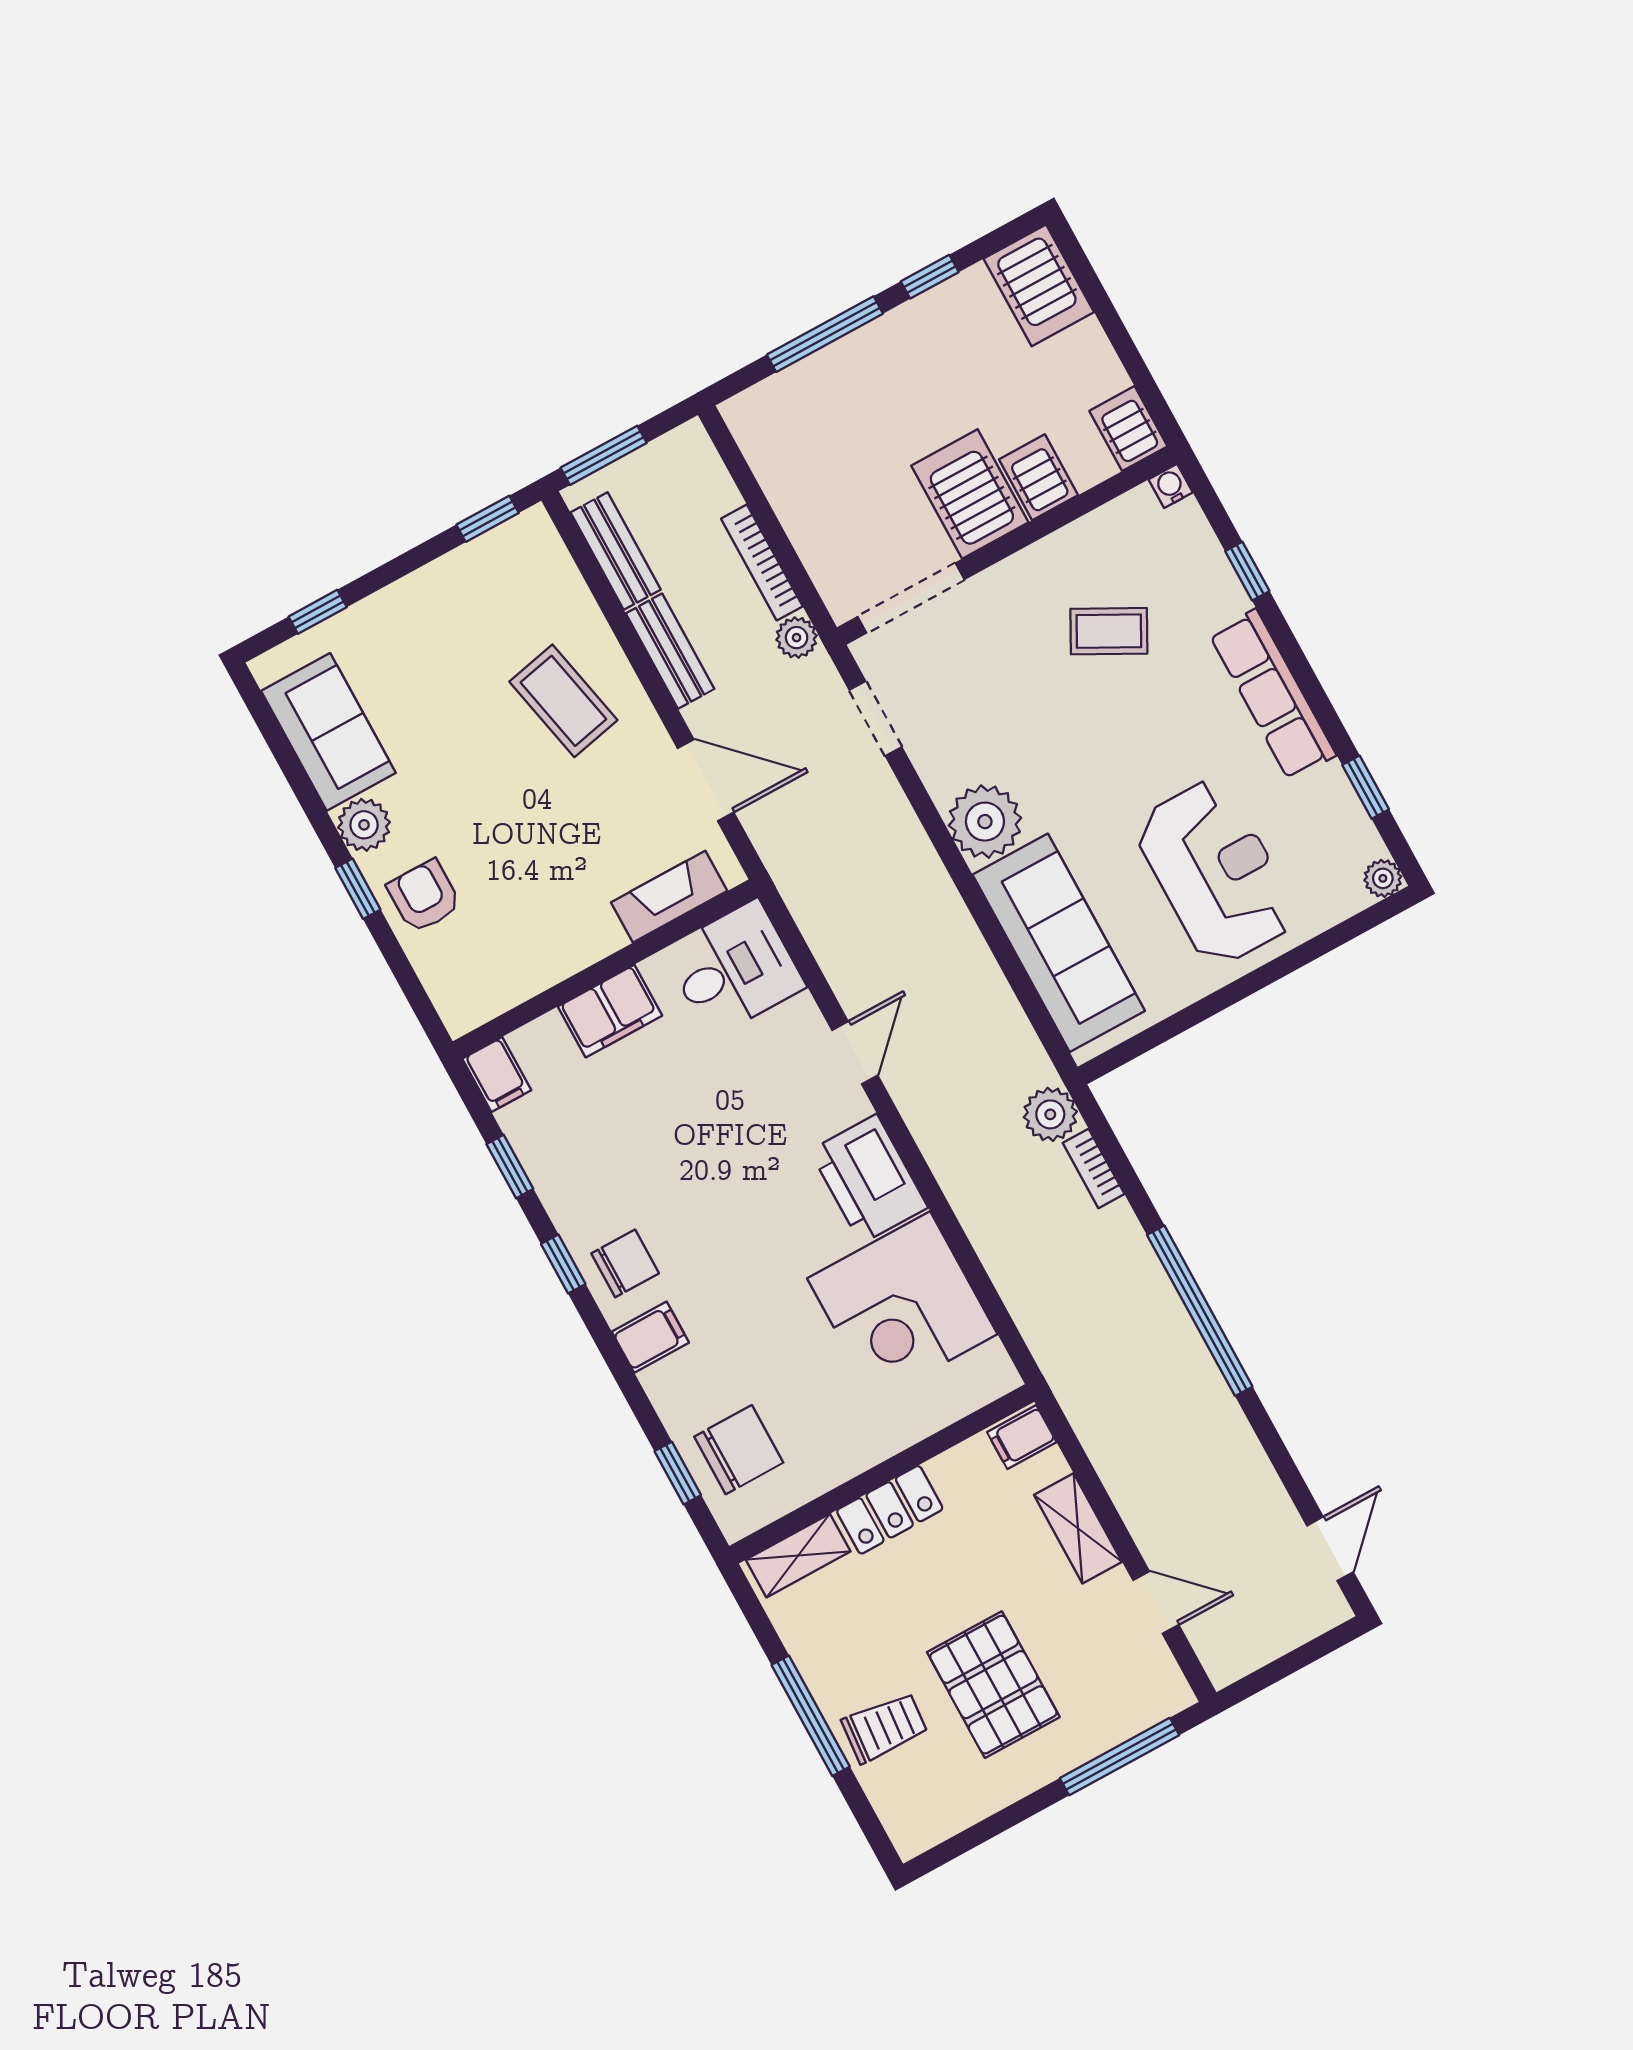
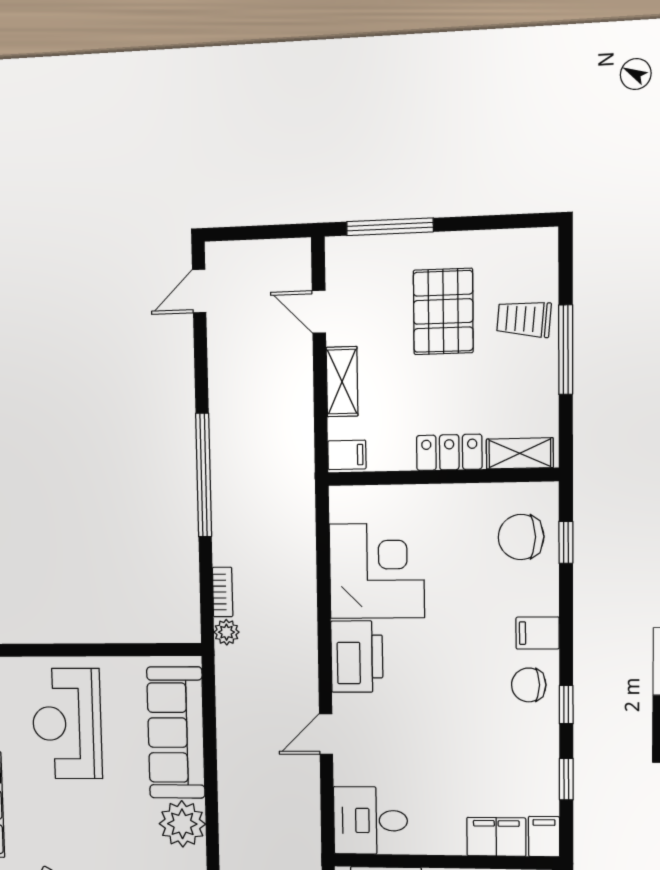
filing cabinet: (610, 1011) -> (496, 837), moved
plant: (1050, 1114) -> (226, 632), width x0.73, depth x0.73

